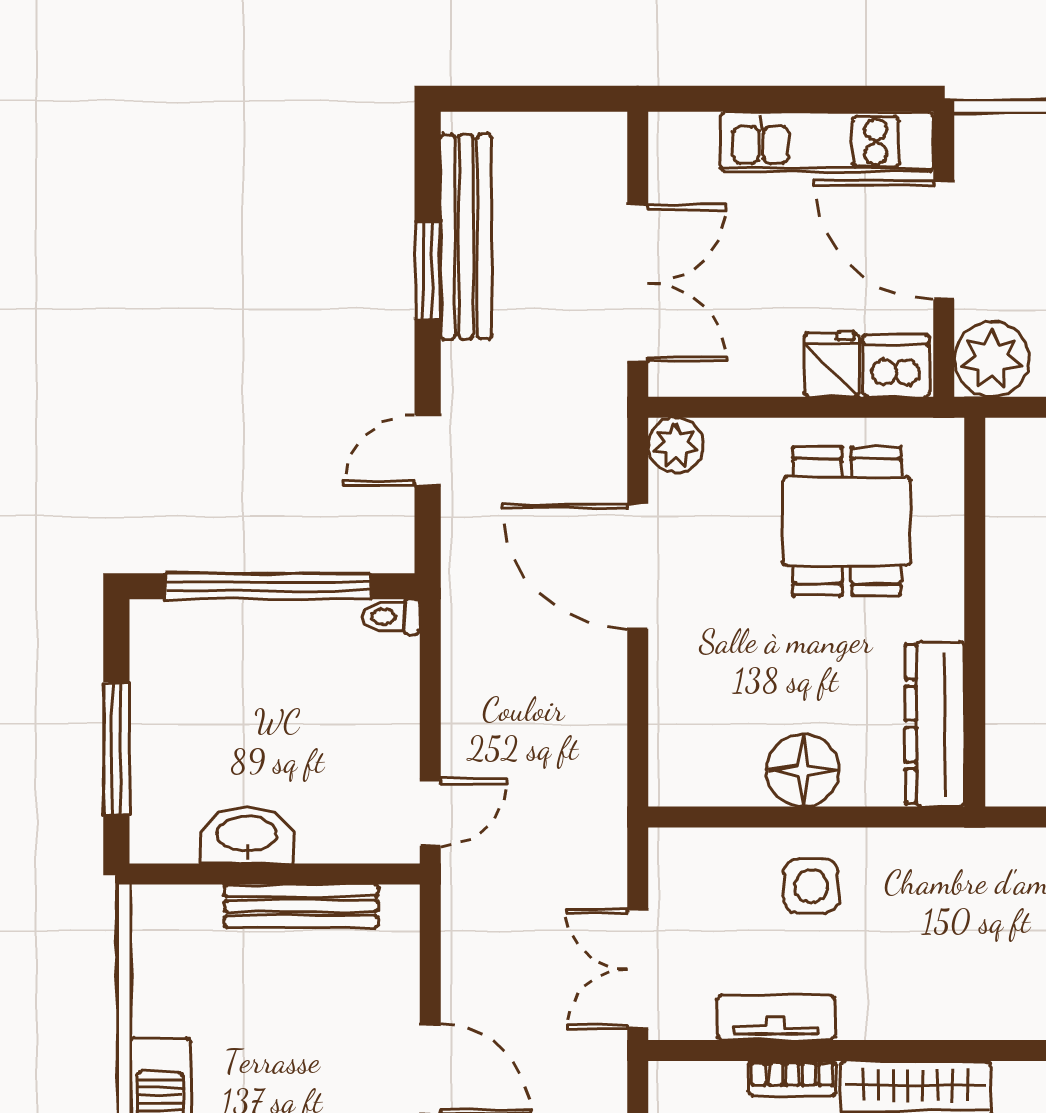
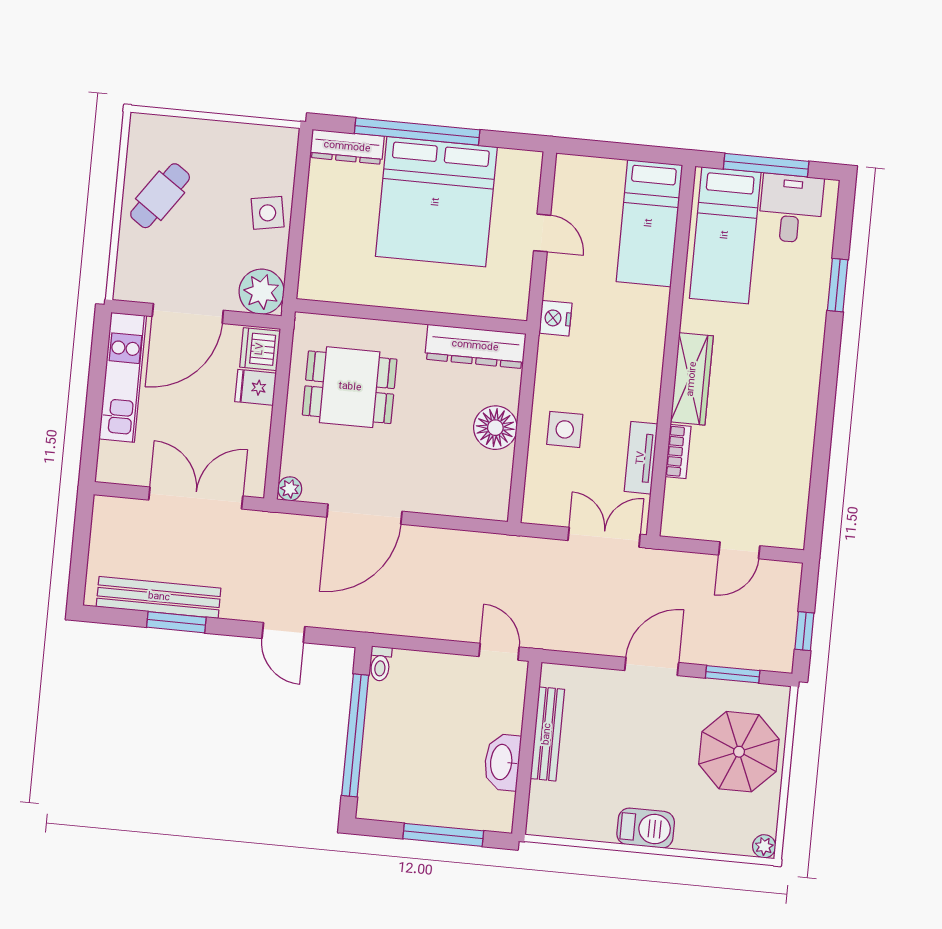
plant: (676, 445) -> (290, 489), width x0.73, depth x0.73
nightstand: (995, 853) -> (555, 318), added
double door: (638, 969) -> (604, 537), swing flipped

